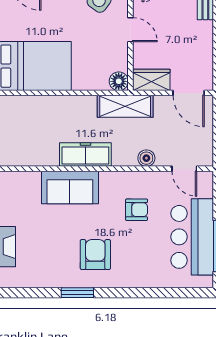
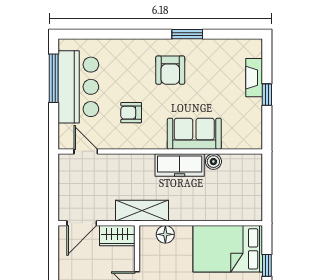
floor lamp: (119, 81) -> (165, 234), moved
door: (189, 93) -> (82, 223), swing flipped
boiler: (146, 158) -> (213, 162), moved

